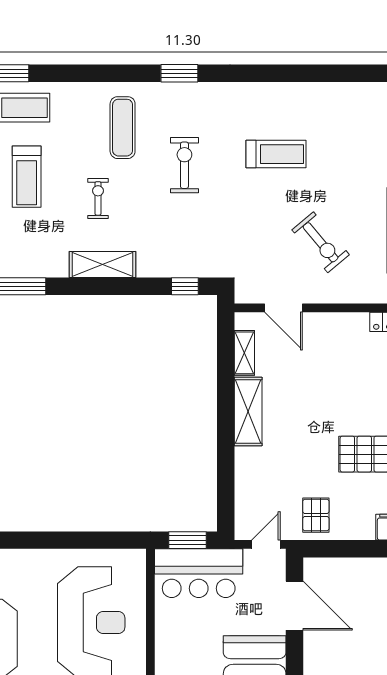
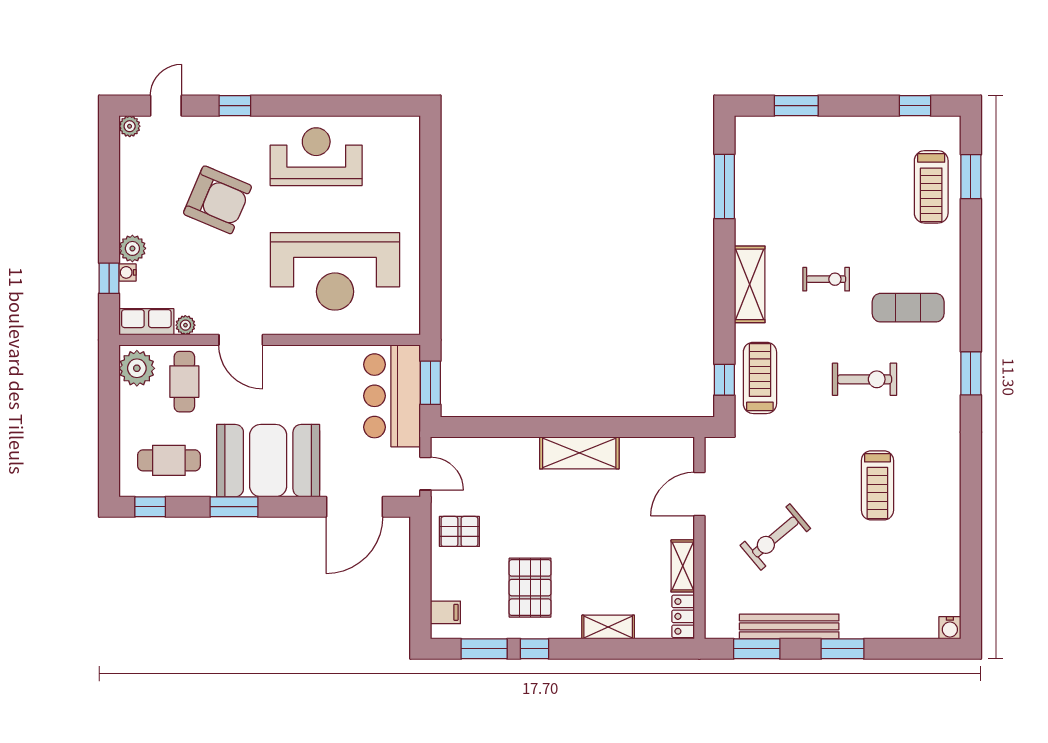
treadmill: (27, 177) -> (760, 378), moved, turned 90
shelving: (244, 353) -> (683, 566), moved, turned 90

